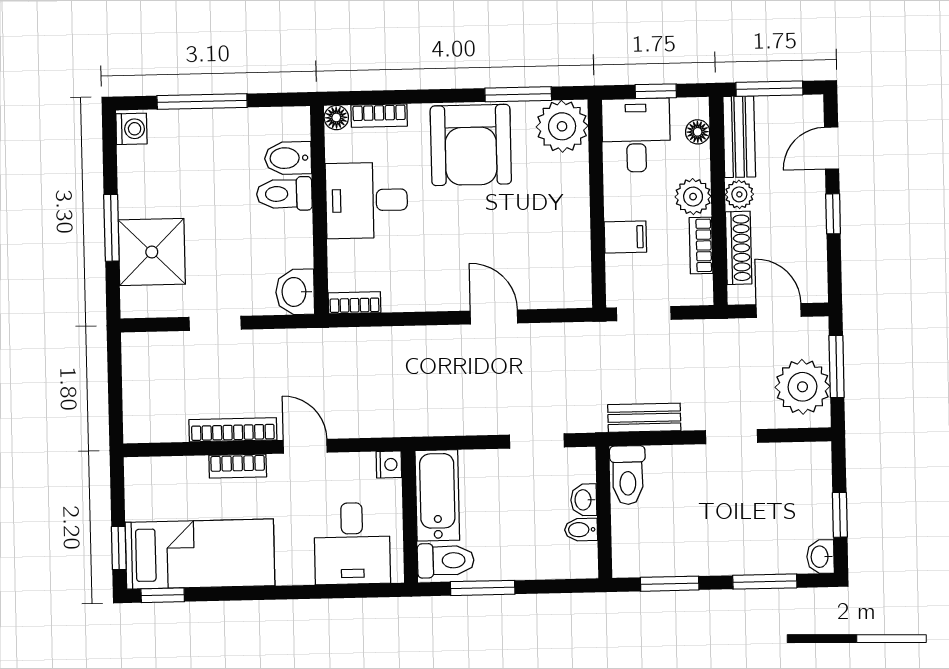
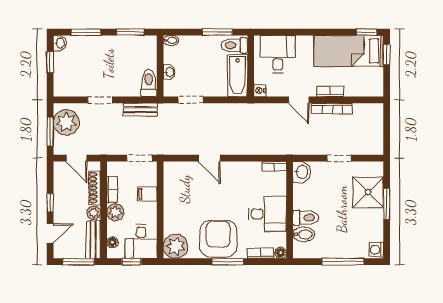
window: (518, 94) -> (228, 262), moved
bidet: (581, 530) -> (171, 40), moved

